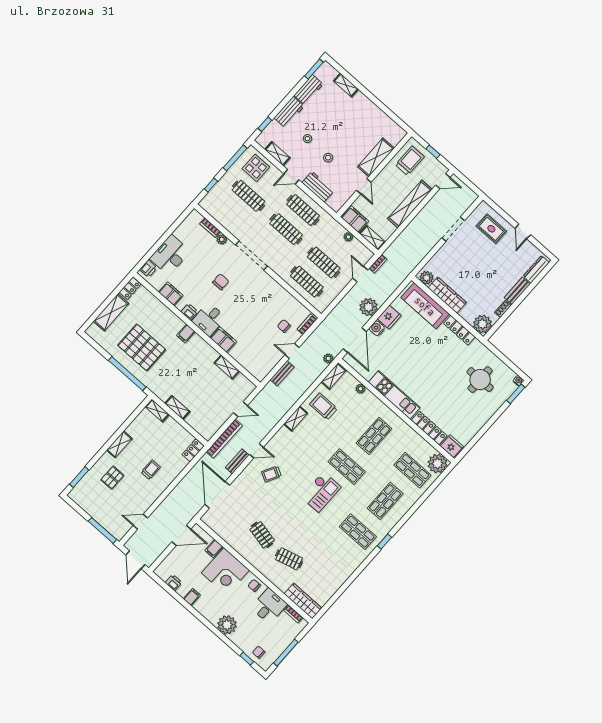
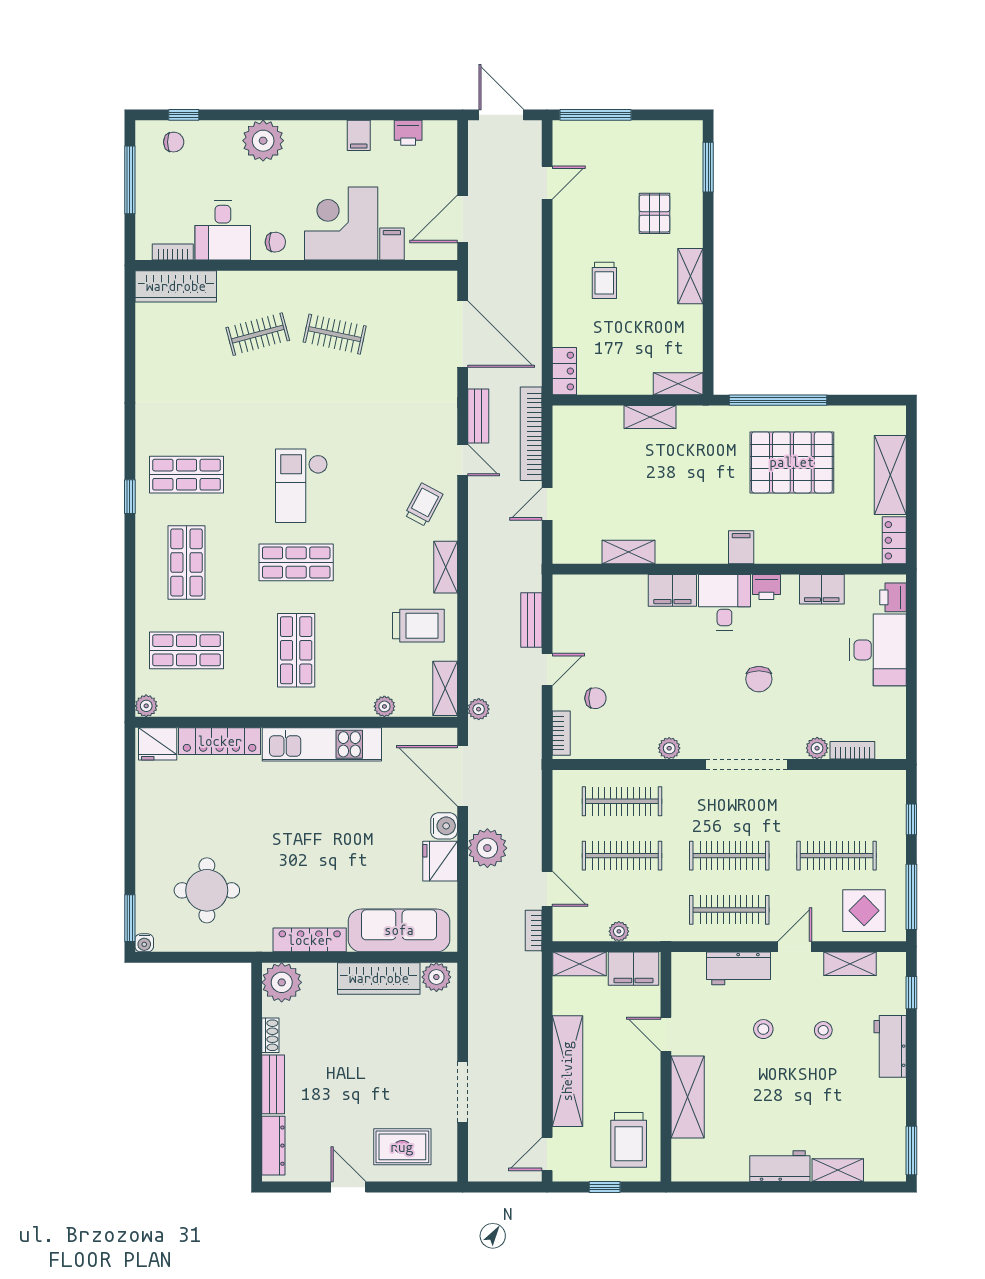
workbench: (309, 90) -> (780, 1166), moved, turned 90
plant: (274, 285) -> (669, 748), added
door: (256, 451) -> (463, 460), swing flipped
plant: (437, 463) -> (146, 706), width x0.53, depth x0.53
trolley: (271, 474) -> (424, 505), moved

